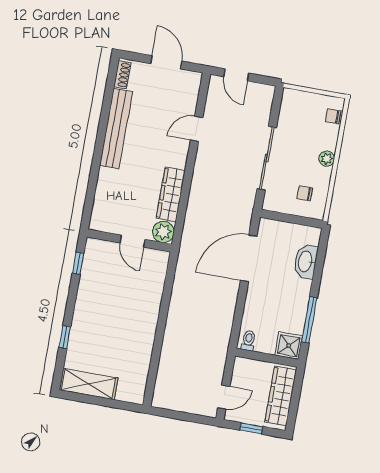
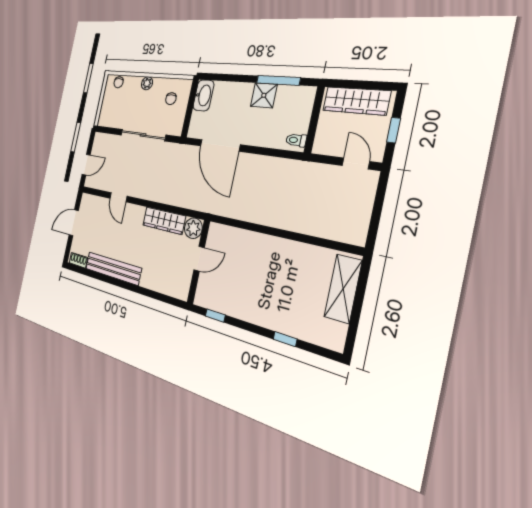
washbasin: (306, 262) -> (203, 95), moved, turned -90
shower: (289, 346) -> (264, 95), moved
shelving: (89, 384) -> (343, 289), moved

